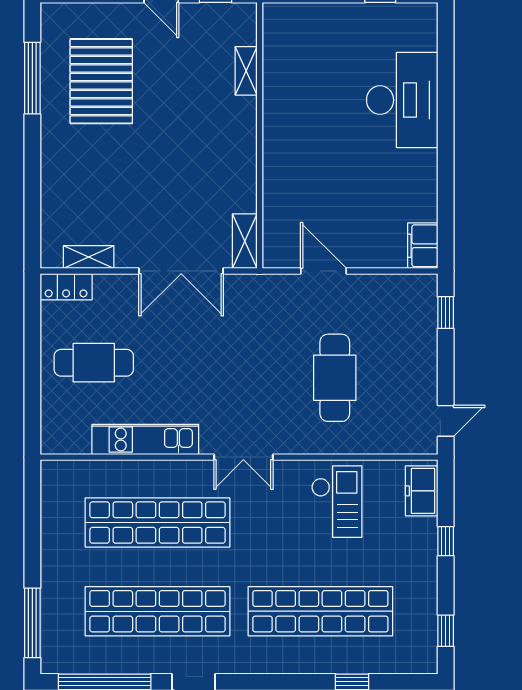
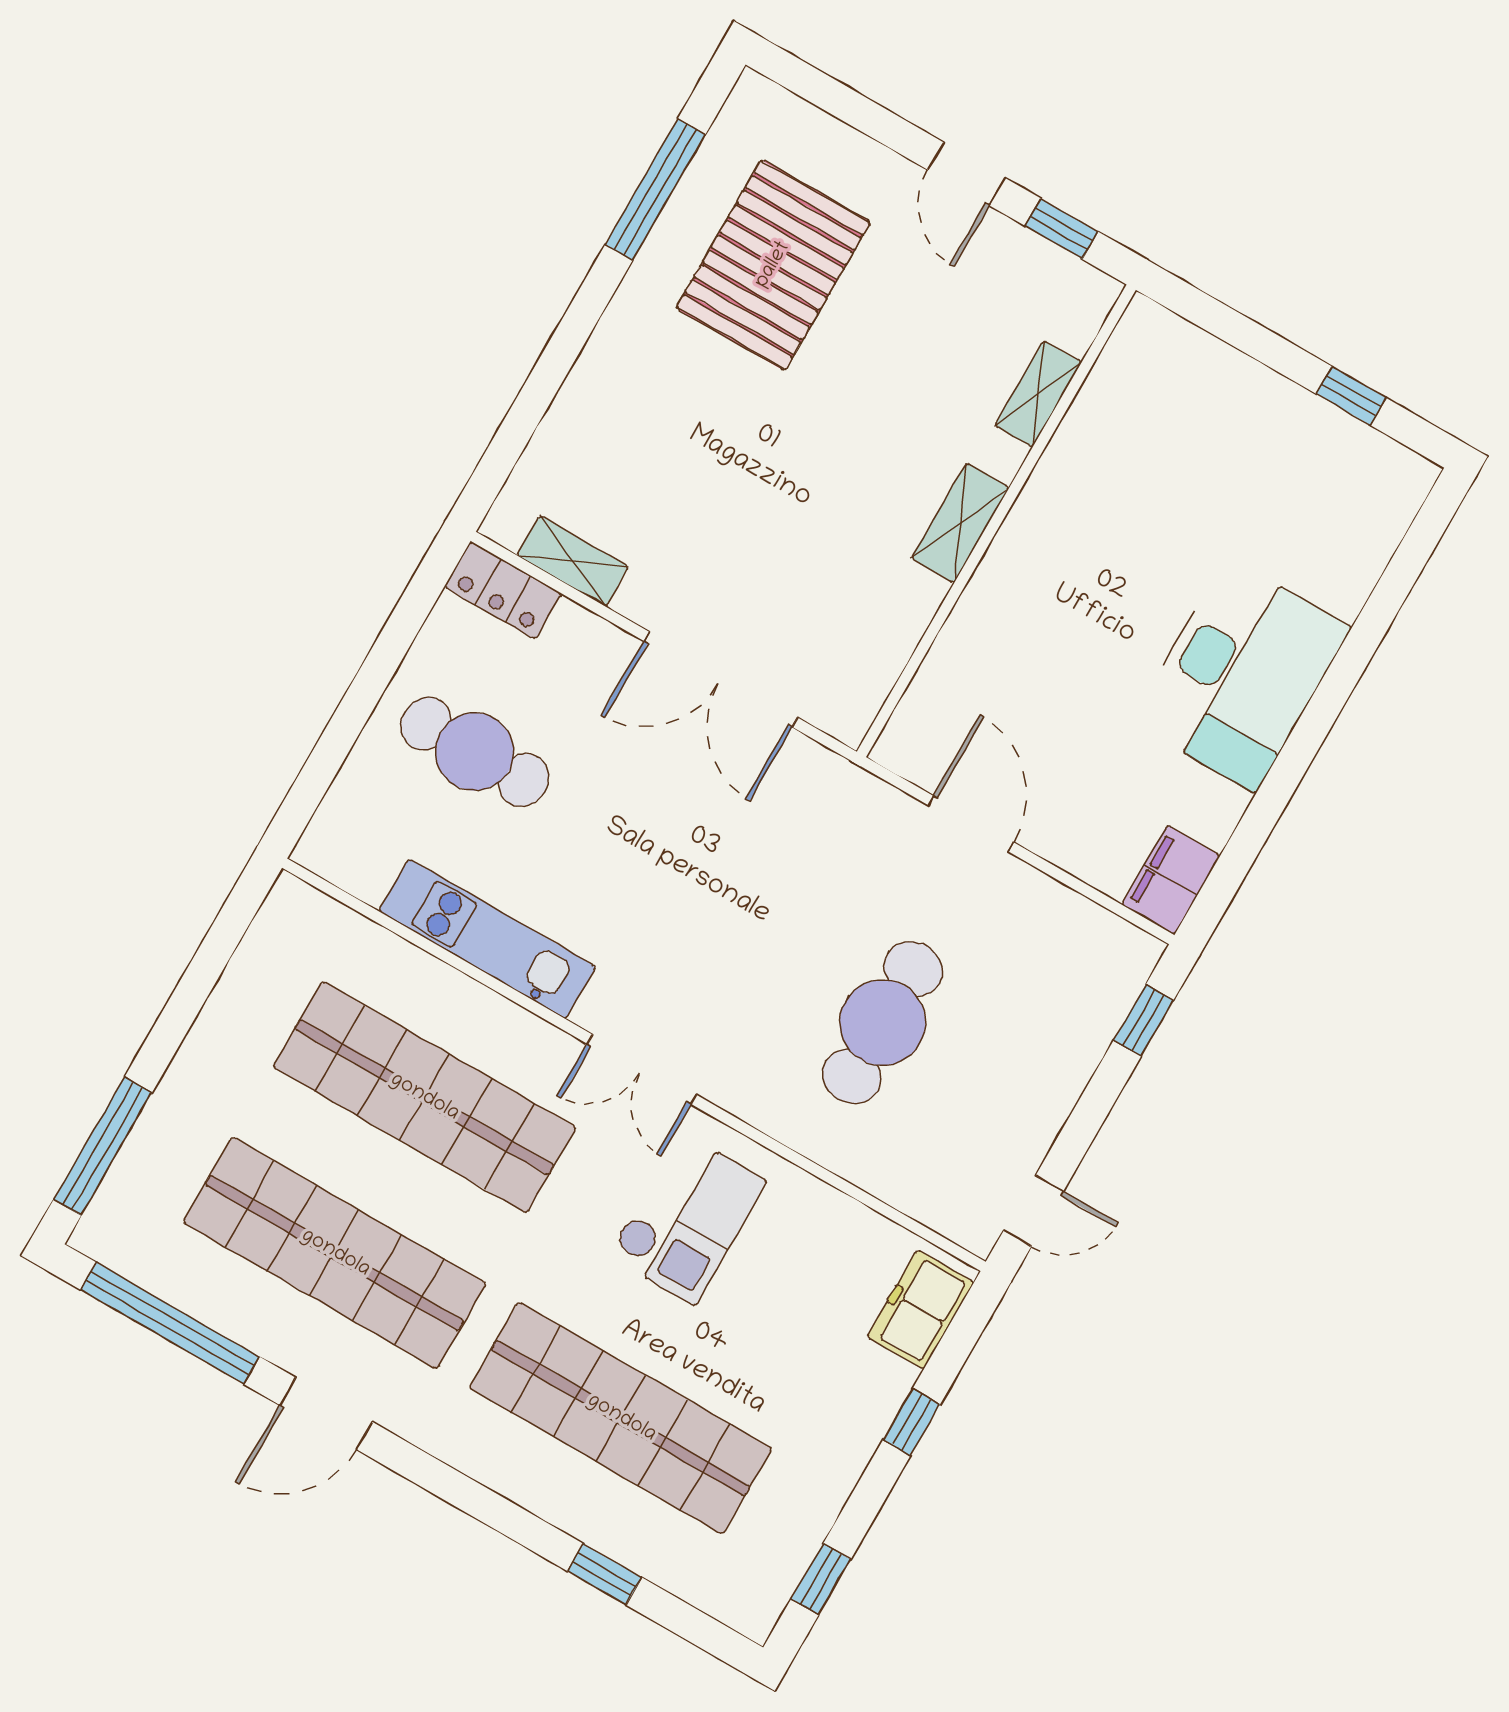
desk: (402, 100) -> (1241, 675), moved
shelving: (245, 241) -> (960, 523), moved
checkout: (337, 502) -> (687, 1218), moved

